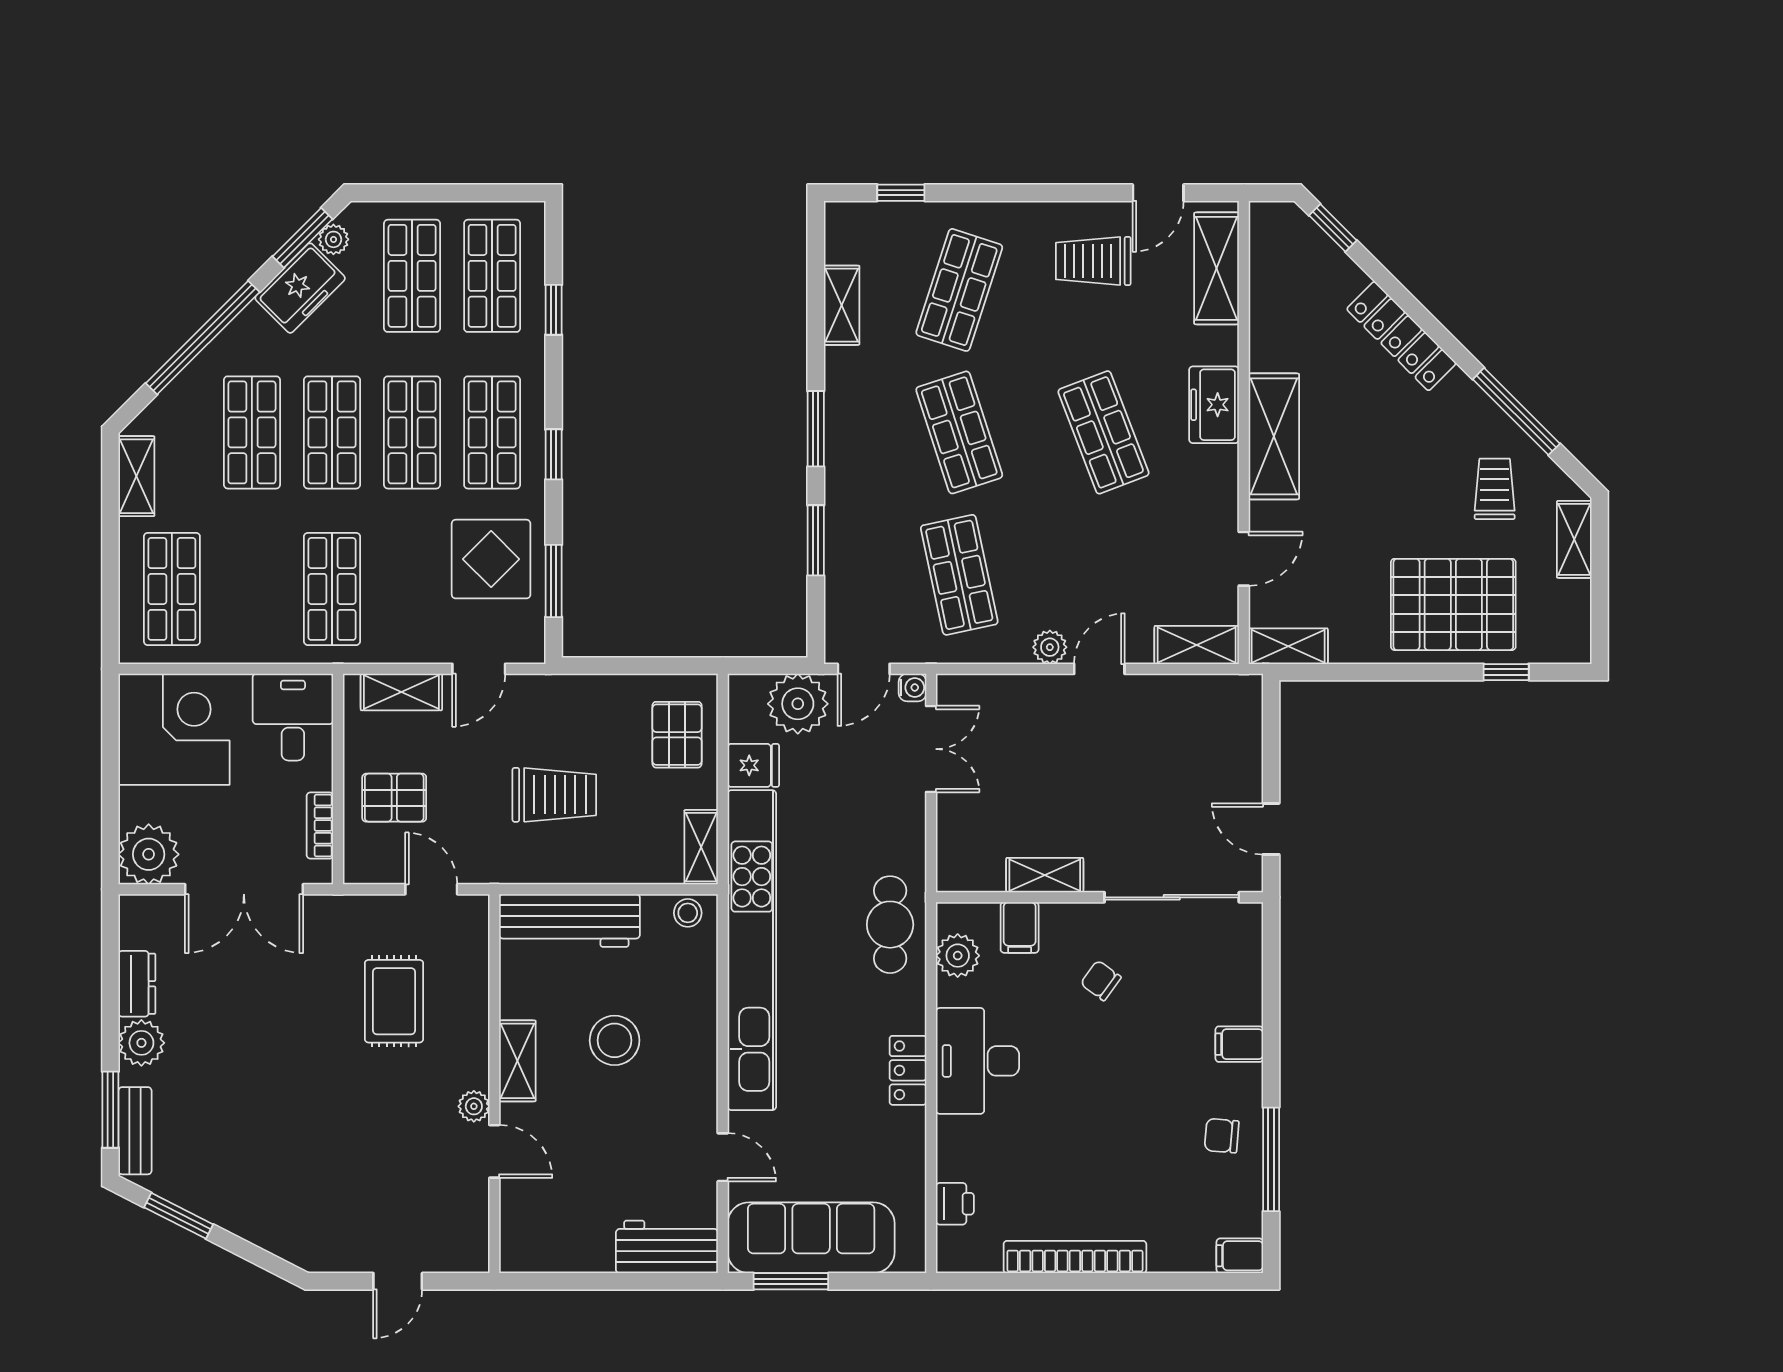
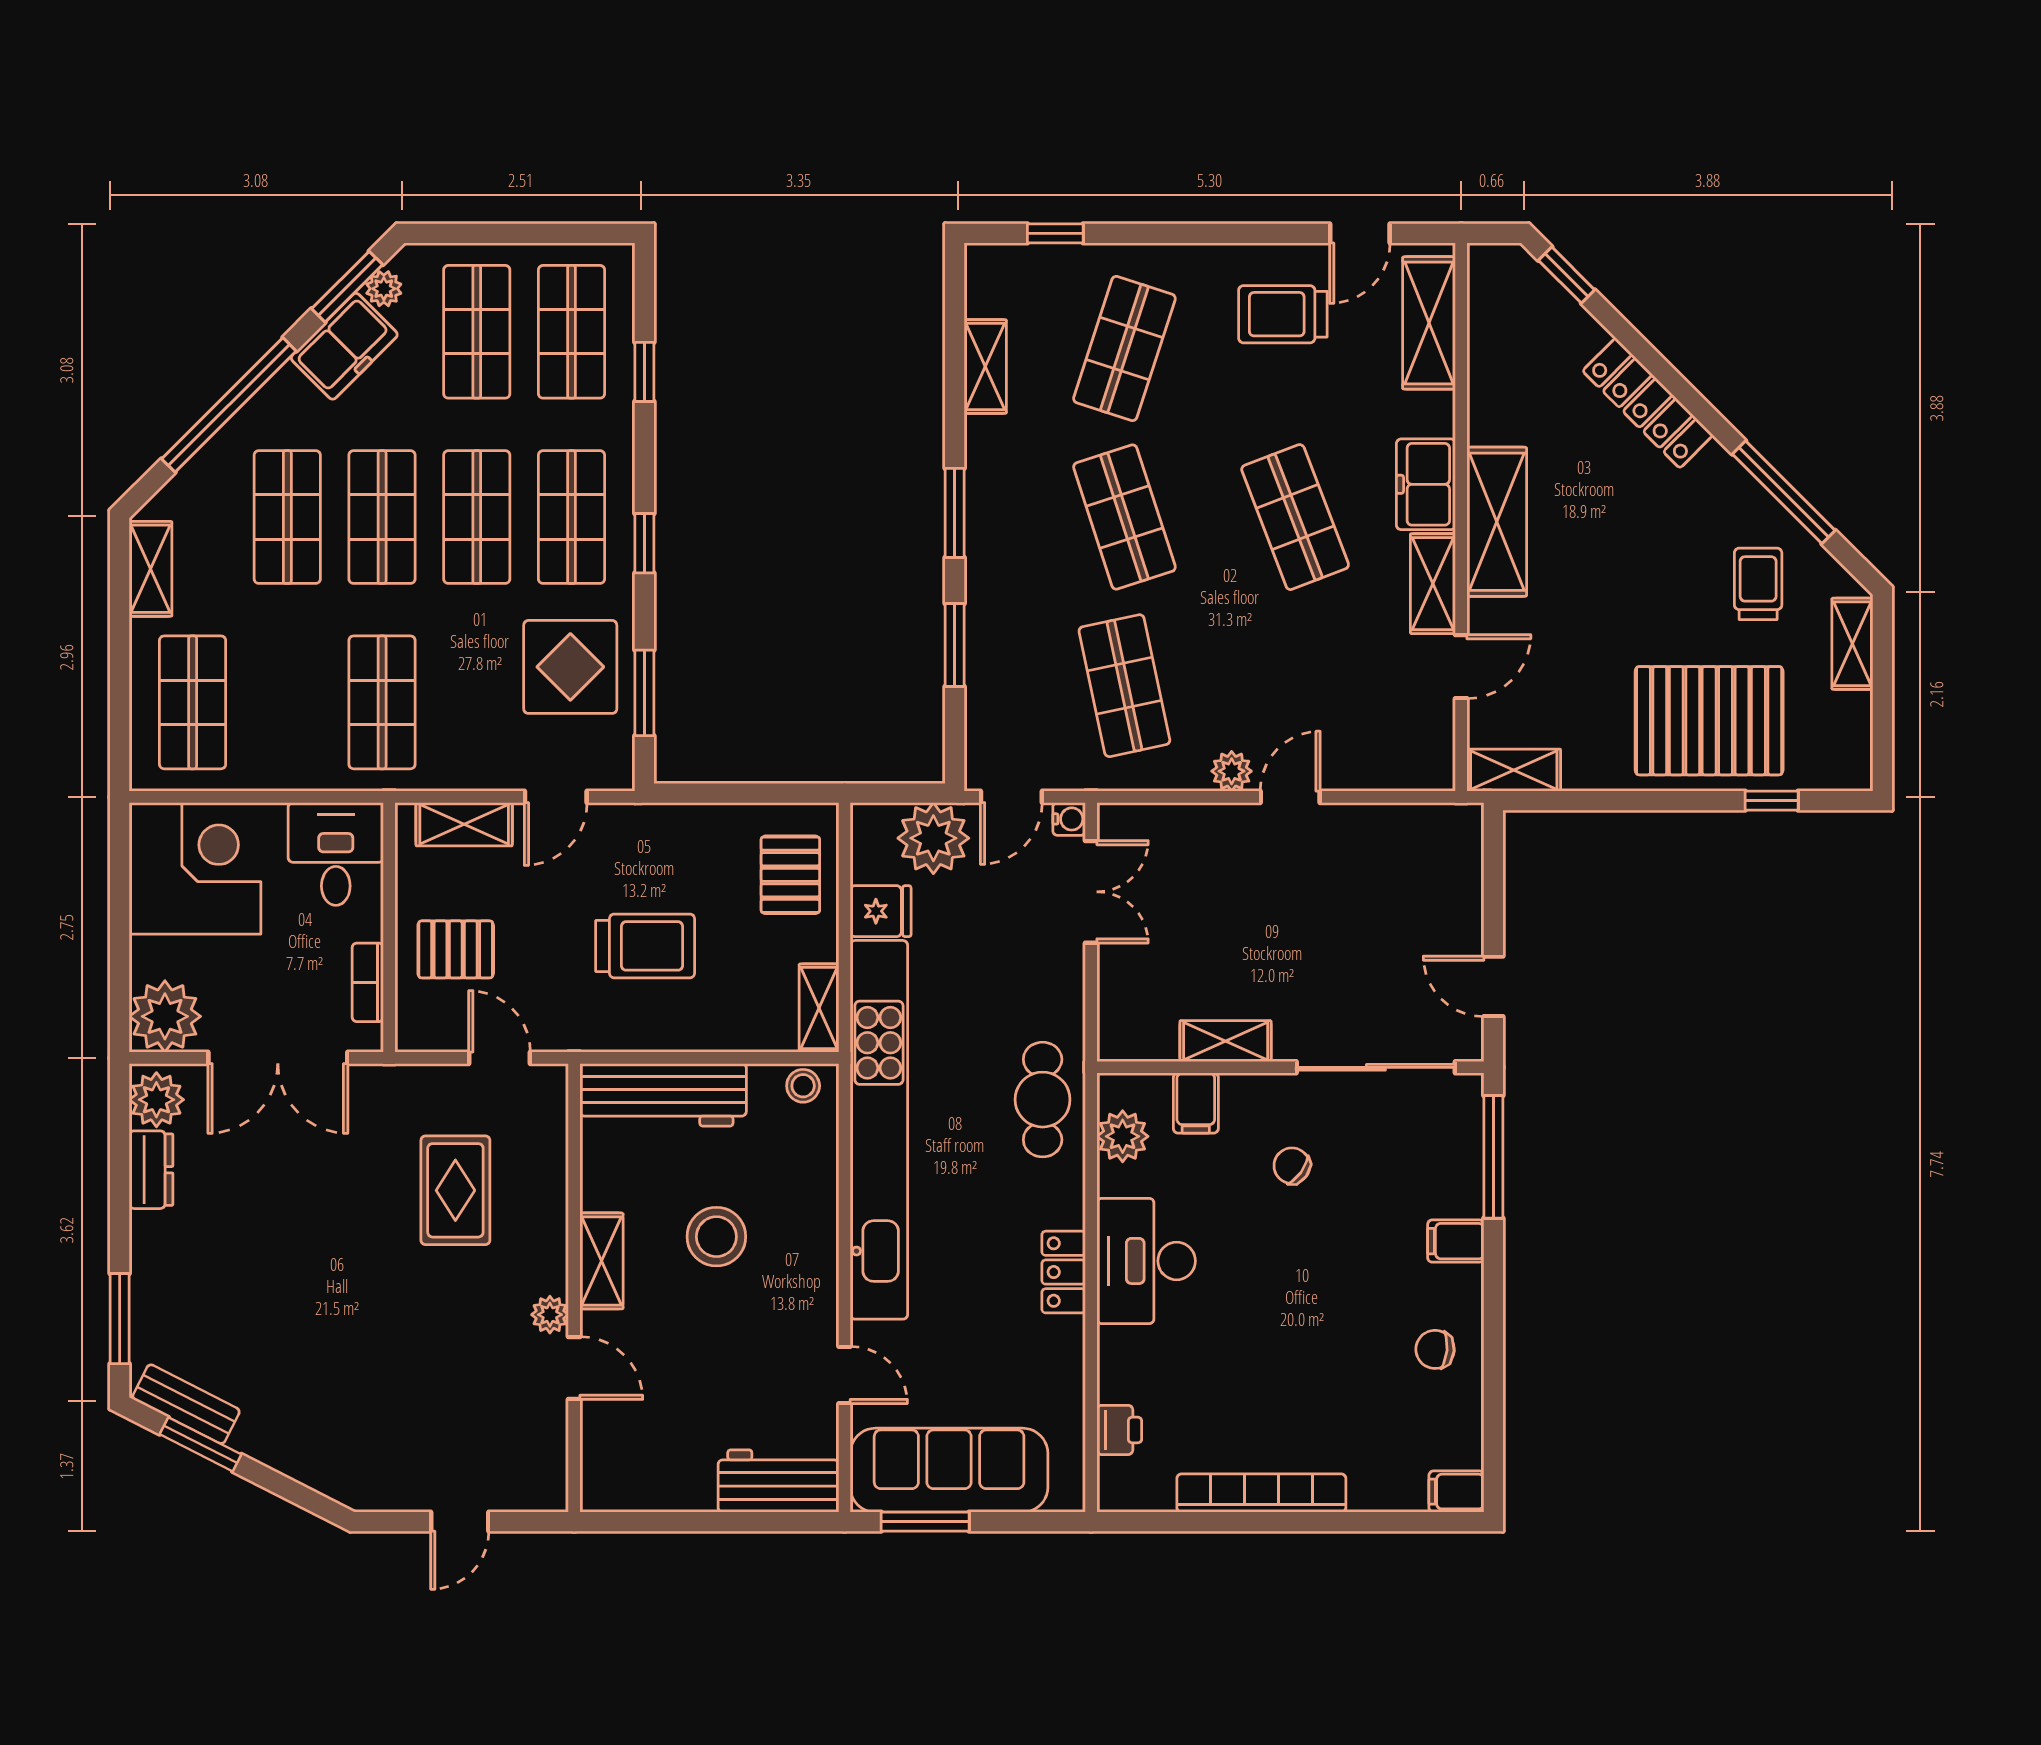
shelving: (1197, 645) -> (1433, 584), moved, turned 90
plant: (141, 1043) -> (156, 1100), moved
bench: (135, 1131) -> (186, 1404), moved, turned -63
window: (1271, 1159) -> (1493, 1157), moved

